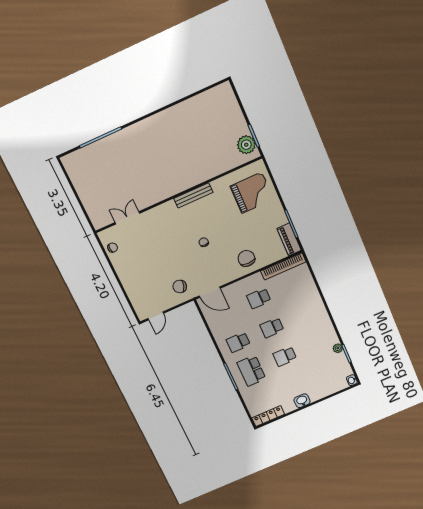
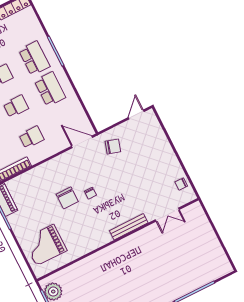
bench: (193, 195) -> (129, 227), moved
chair: (246, 258) -> (67, 198), moved
school desk: (238, 342) -> (50, 89), width x1.85

